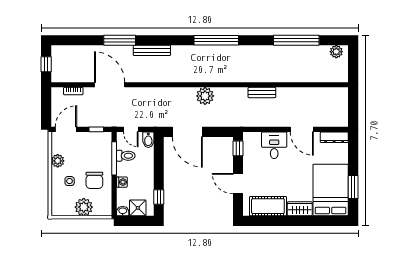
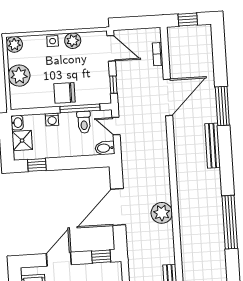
door: (131, 129) -> (116, 126), hinge flipped
door: (187, 132) -> (118, 207), moved
chair: (94, 180) -> (64, 93), moved
side table: (70, 181) -> (53, 41), moved
plant: (58, 209) -> (14, 44), added

